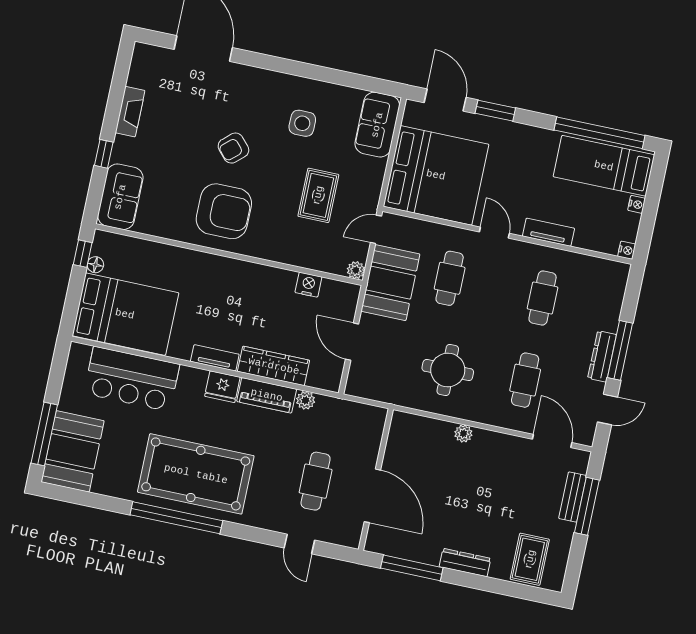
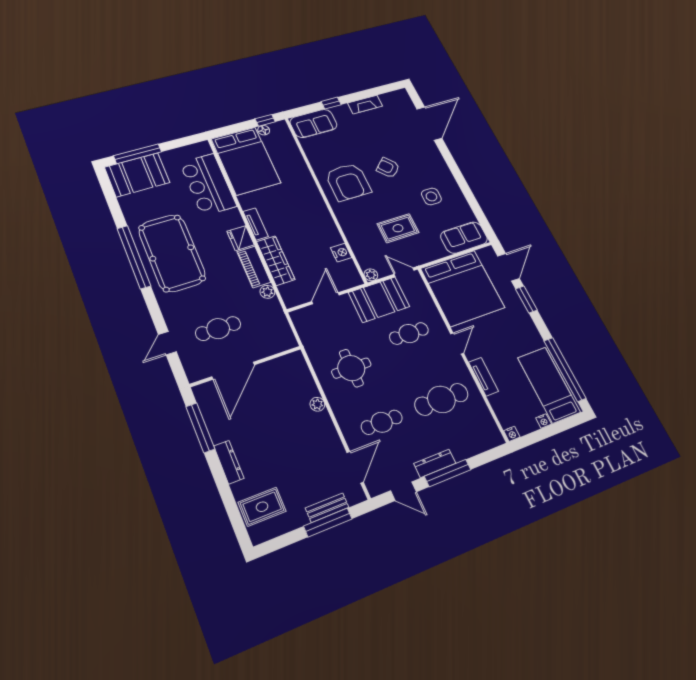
cafe table: (543, 298) -> (441, 399), width x1.37, depth x1.35

